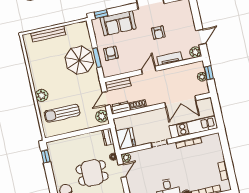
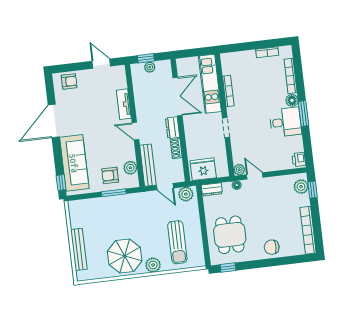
sofa: (118, 23) -> (74, 163), width x1.36
armchair: (158, 33) -> (69, 81), moved
plant: (195, 52) -> (130, 168), moved
parasol: (79, 60) -> (125, 256), moved
bench: (118, 84) -> (148, 165), width x1.36
dresser: (121, 108) -> (173, 128), moved
fridge: (126, 139) -> (203, 169), moved
dining table: (92, 173) -> (230, 235), moved

